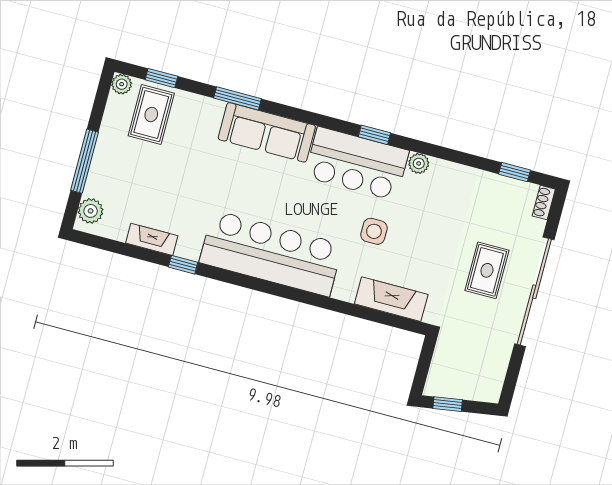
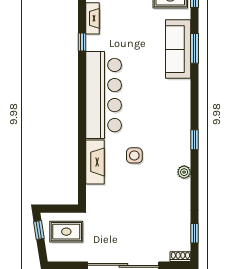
sofa: (267, 132) -> (178, 49), moved
bar counter: (357, 164) -> (174, 134), removed
rug: (487, 270) -> (66, 232), moved
fireplace: (391, 299) -> (95, 162), moved

